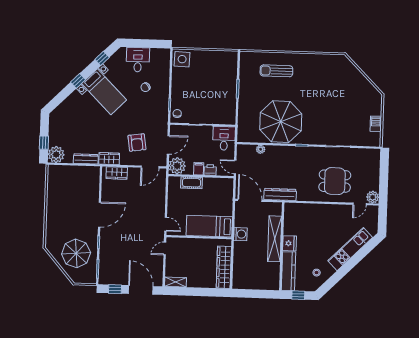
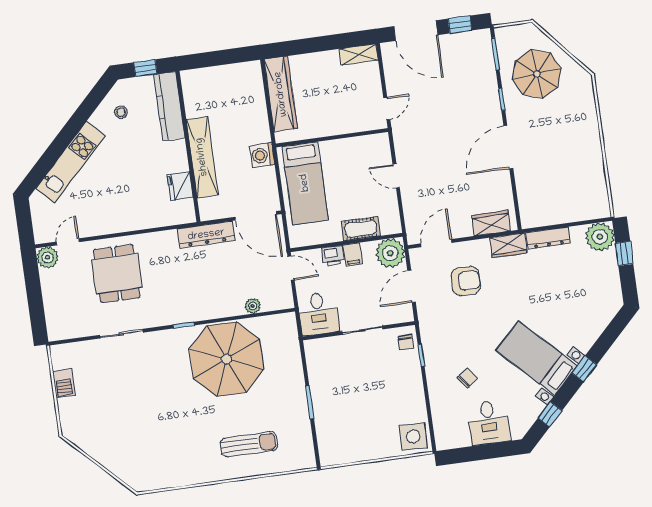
armchair: (137, 143) -> (466, 281), turned 98
dining table: (335, 181) -> (117, 274), turned 90
door: (166, 224) -> (396, 176), moved
bed: (209, 226) -> (305, 183), moved, turned 90
fridge: (289, 243) -> (180, 186), moved

